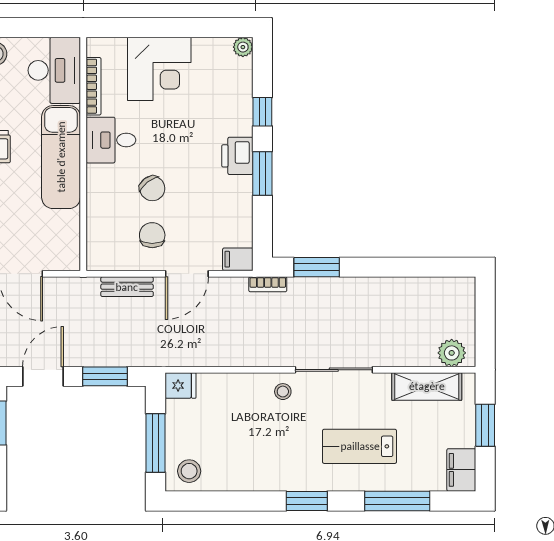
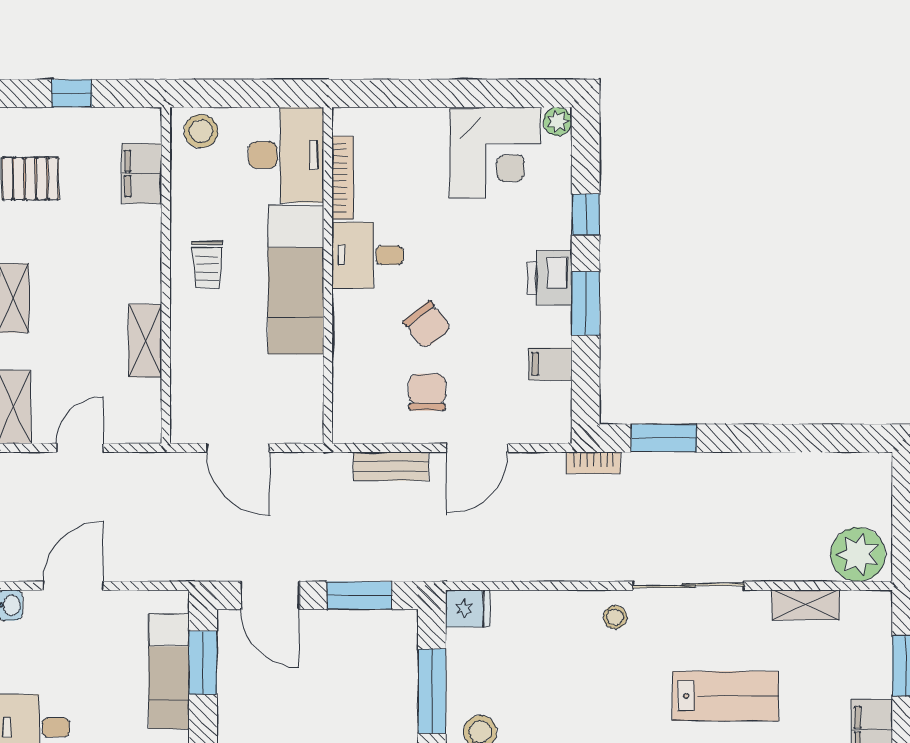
corner desk: (159, 69) -> (495, 153), moved
filing cabinet: (238, 259) -> (550, 364), moved
plant: (452, 353) -> (858, 554), width x1.36, depth x1.36
door: (43, 376) -> (270, 595), swing flipped
shelving: (427, 386) -> (806, 605), width x0.67, depth x0.75
lab bench: (360, 446) -> (725, 696), turned 180

